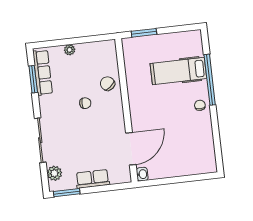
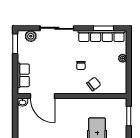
row of seats: (43, 73) -> (101, 36), width x1.36
row of seats: (93, 179) -> (23, 75), moved

